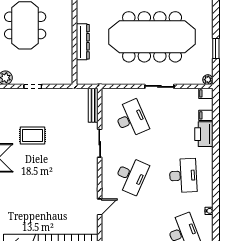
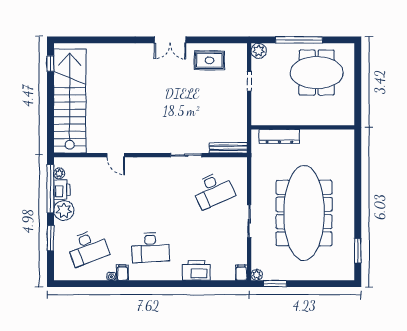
dresser: (83, 42) -> (279, 136), moved
window: (216, 48) -> (275, 284), moved
filing cabinet: (206, 115) -> (122, 273), moved
rug: (33, 135) -> (209, 60), moved, turned 90
desk: (131, 176) -> (150, 190), removed

